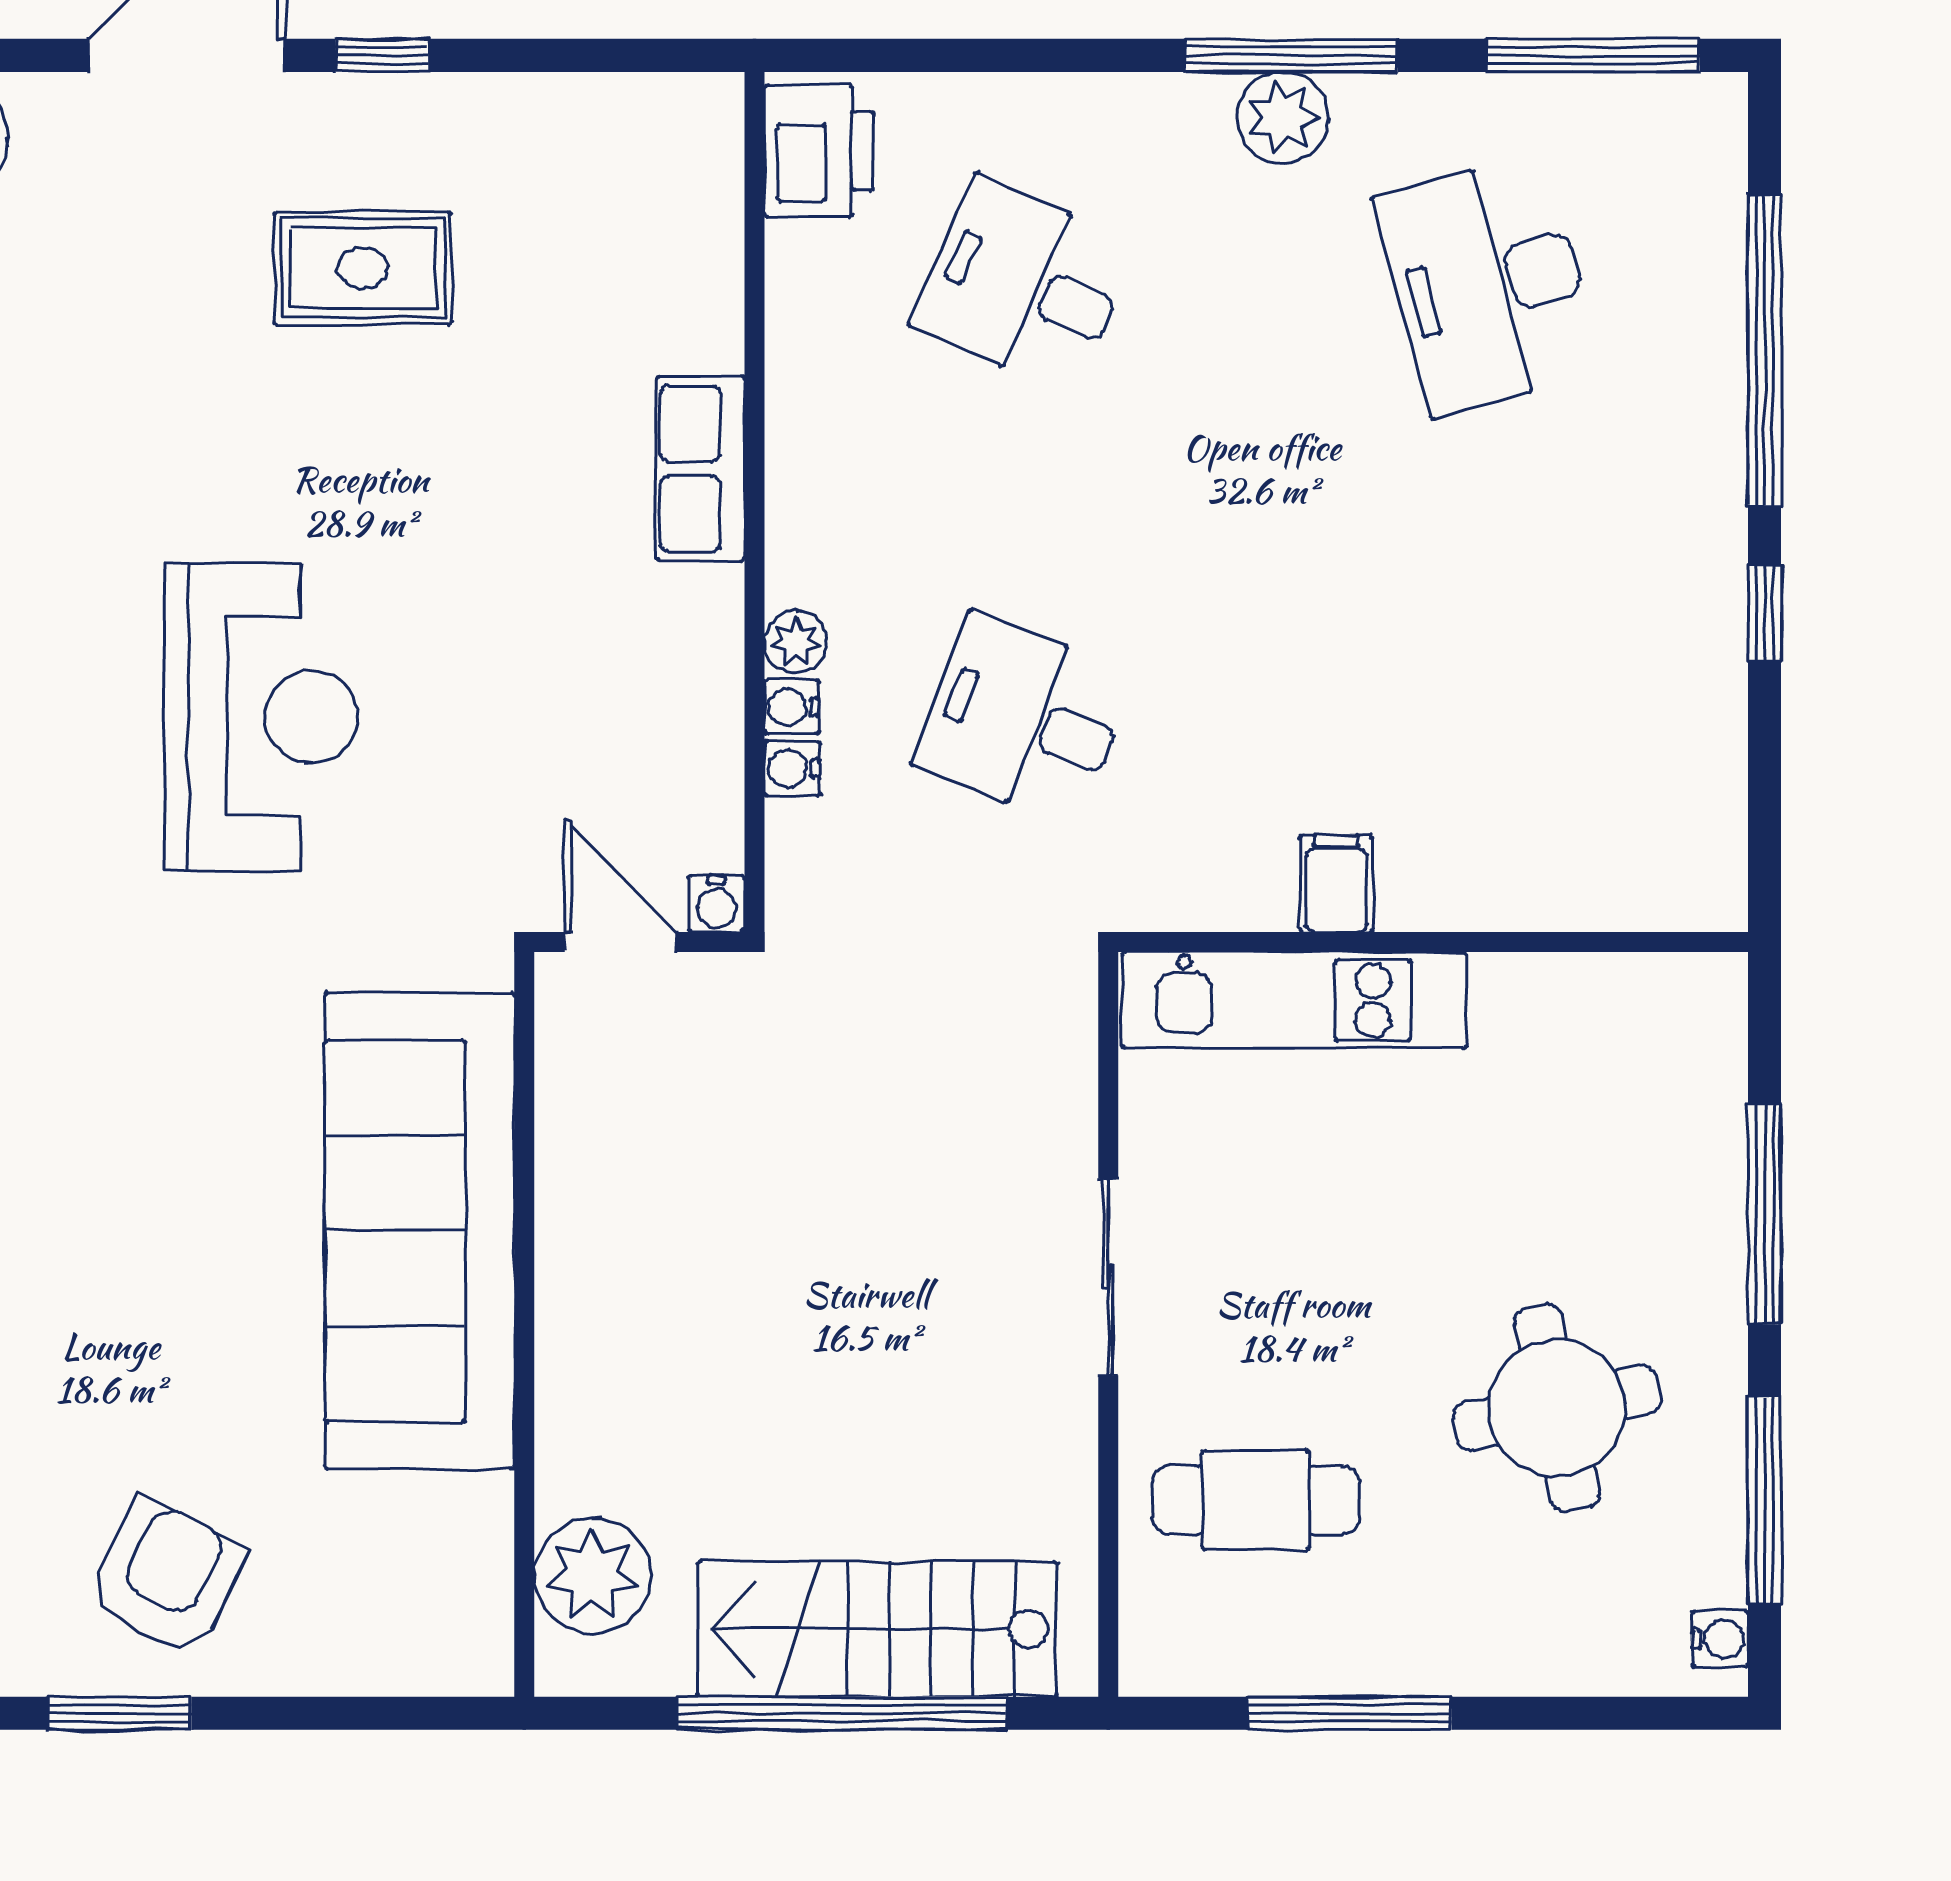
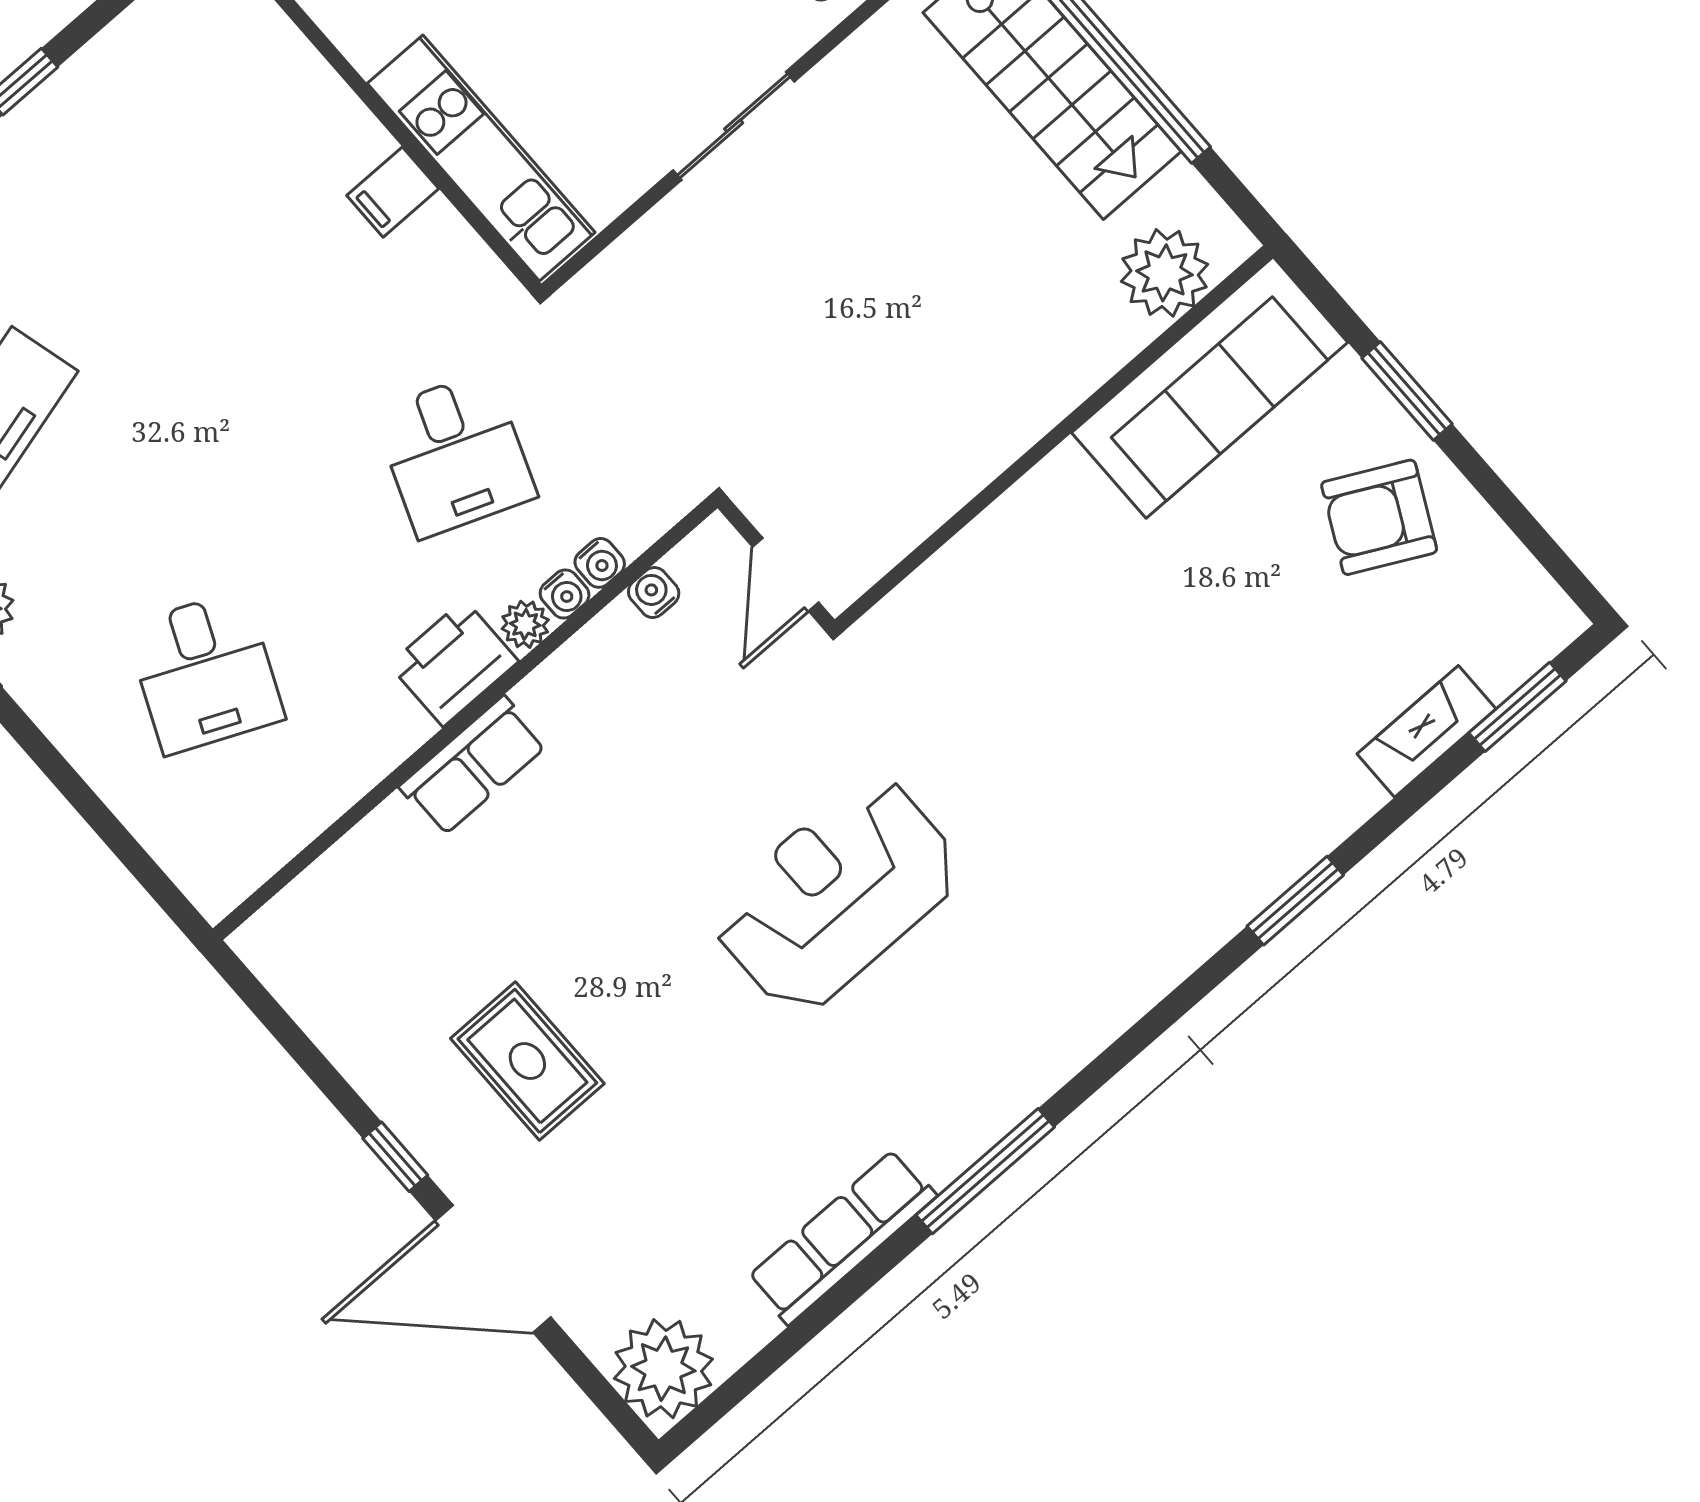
printer: (819, 151) -> (454, 663), moved
water cooler: (717, 904) -> (654, 593), moved, turned -90
sofa: (420, 1231) -> (1210, 388), moved, width x0.74, depth x0.79
window: (119, 1713) -> (1407, 391), moved

